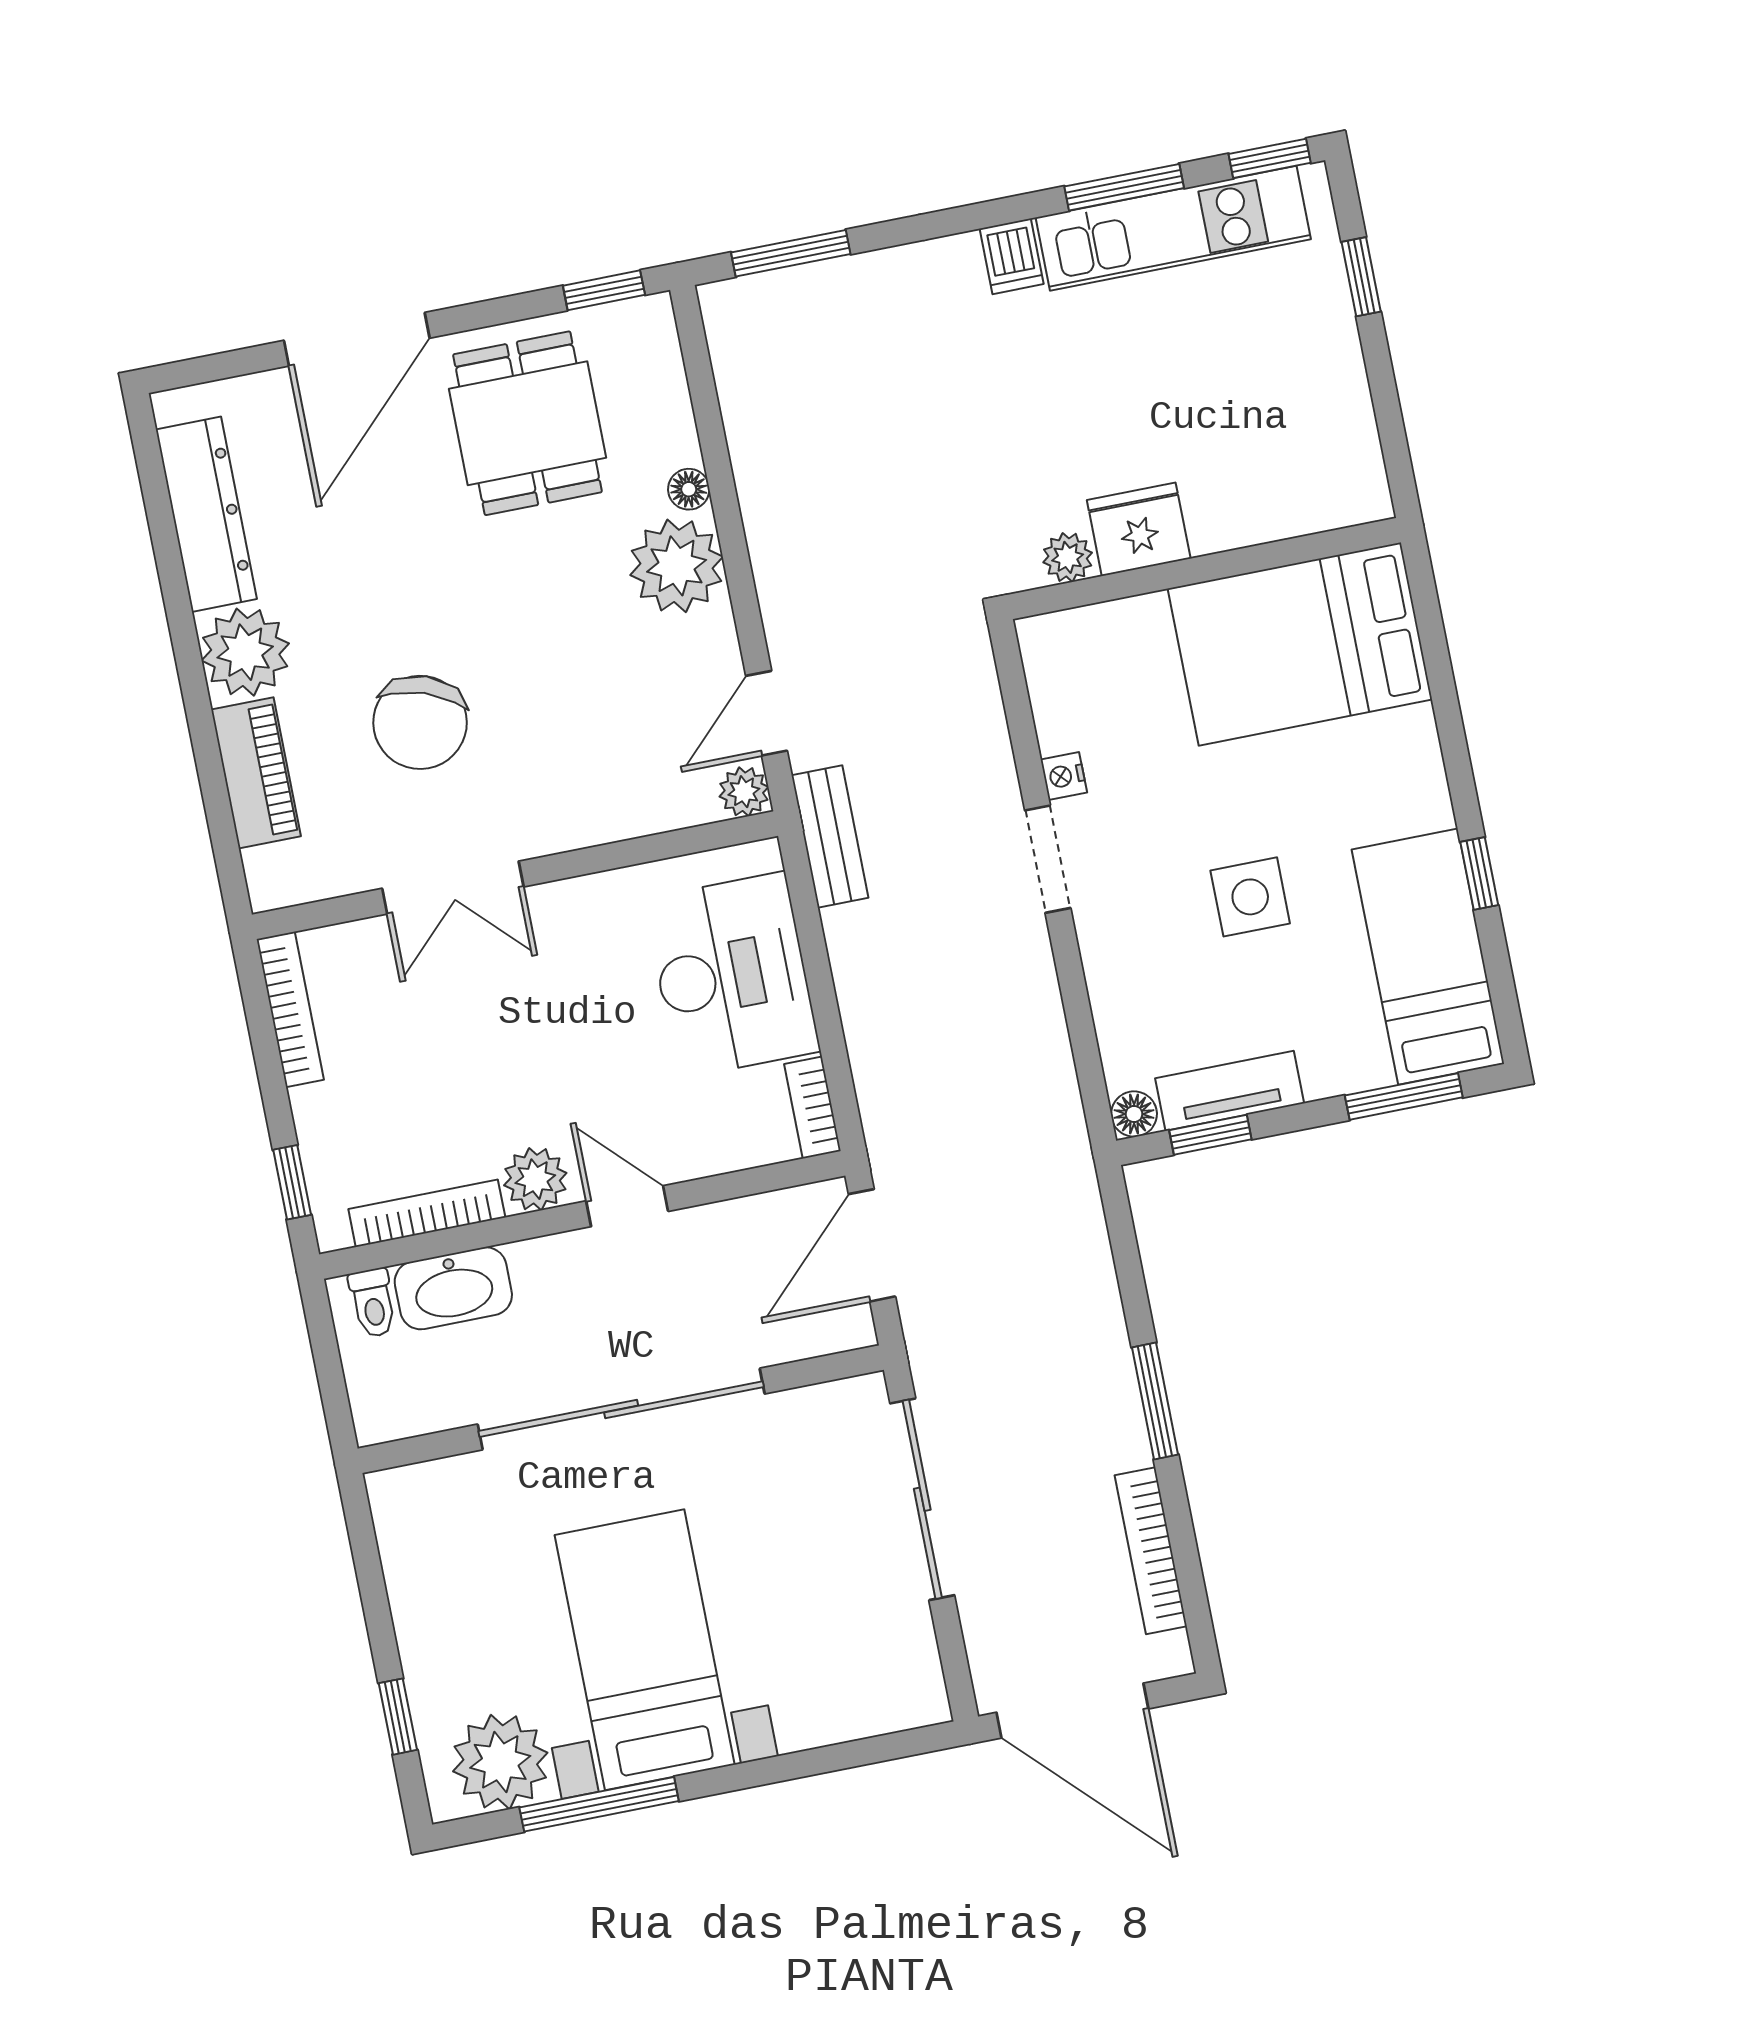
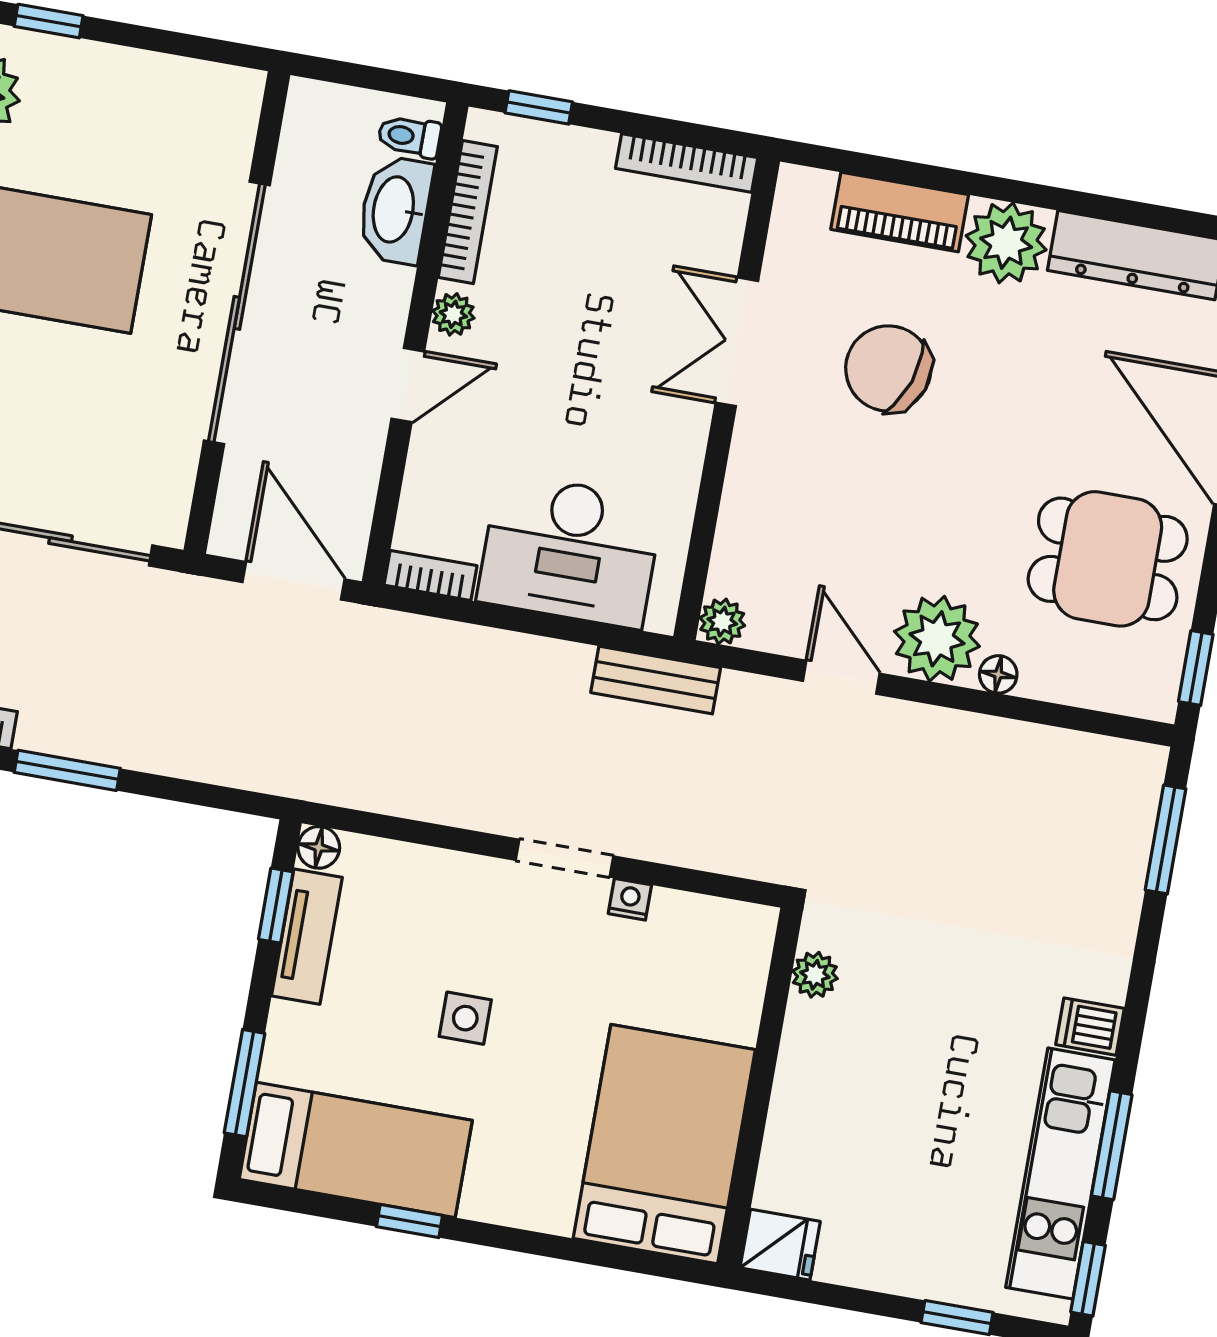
fridge: (1139, 529) -> (780, 1245), moved, width x0.72
door: (767, 713) -> (841, 677), moved
side table: (1250, 897) -> (465, 1018), width x0.73, depth x0.73
plant: (535, 1179) -> (453, 314), width x0.73, depth x0.73

